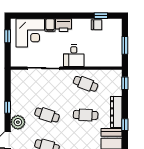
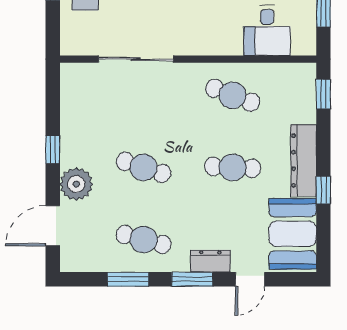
desk: (74, 56) -> (267, 30), moved

